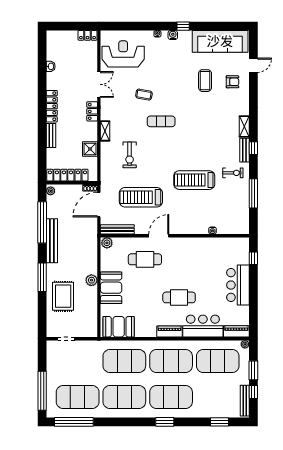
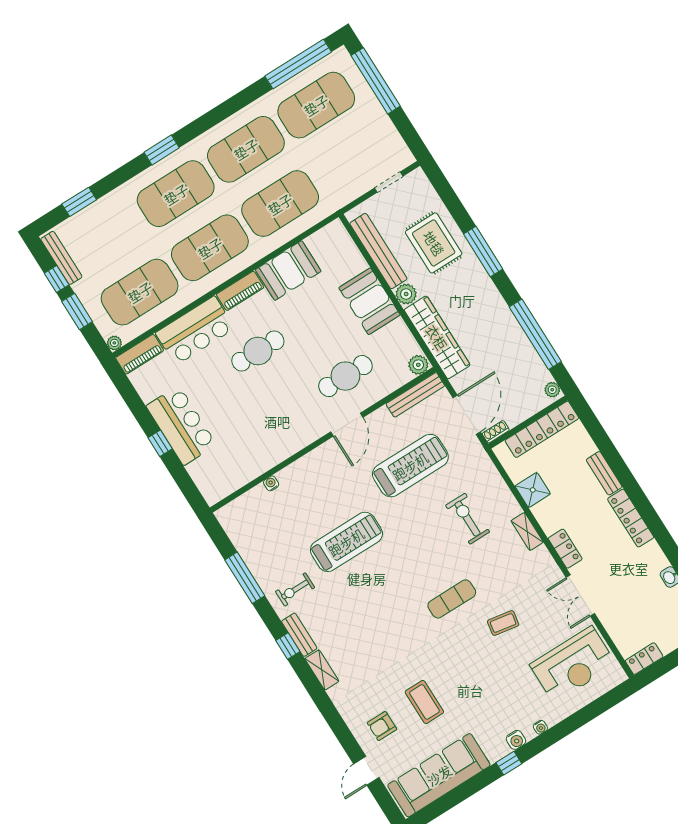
bench: (52, 241) -> (378, 251), moved
wardrobe: (90, 250) -> (437, 337), added
window: (253, 258) -> (160, 443), moved
booth: (119, 327) -> (288, 271), moved

